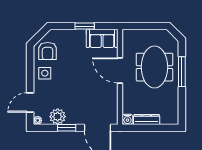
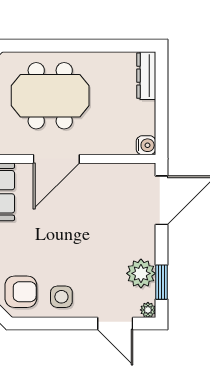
window: (182, 72) -> (59, 46), removed
dresser: (147, 119) -> (146, 76), moved
window: (67, 128) -> (162, 282), moved

